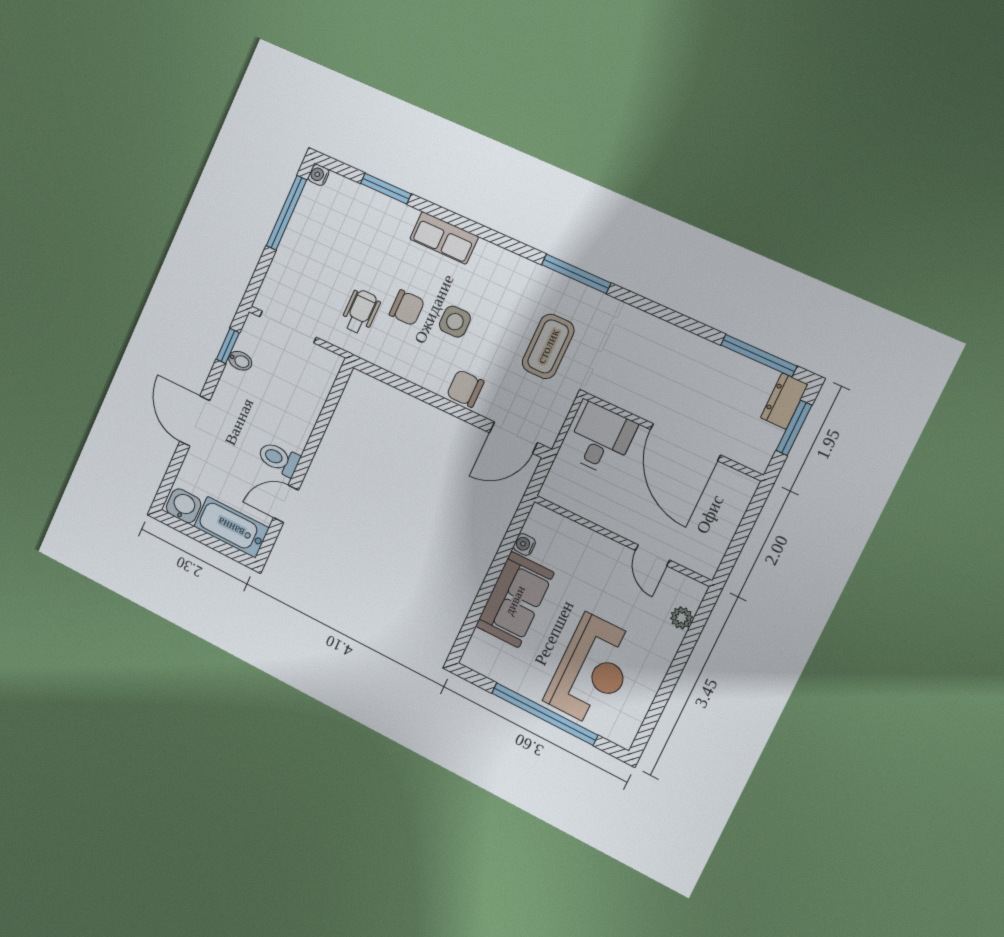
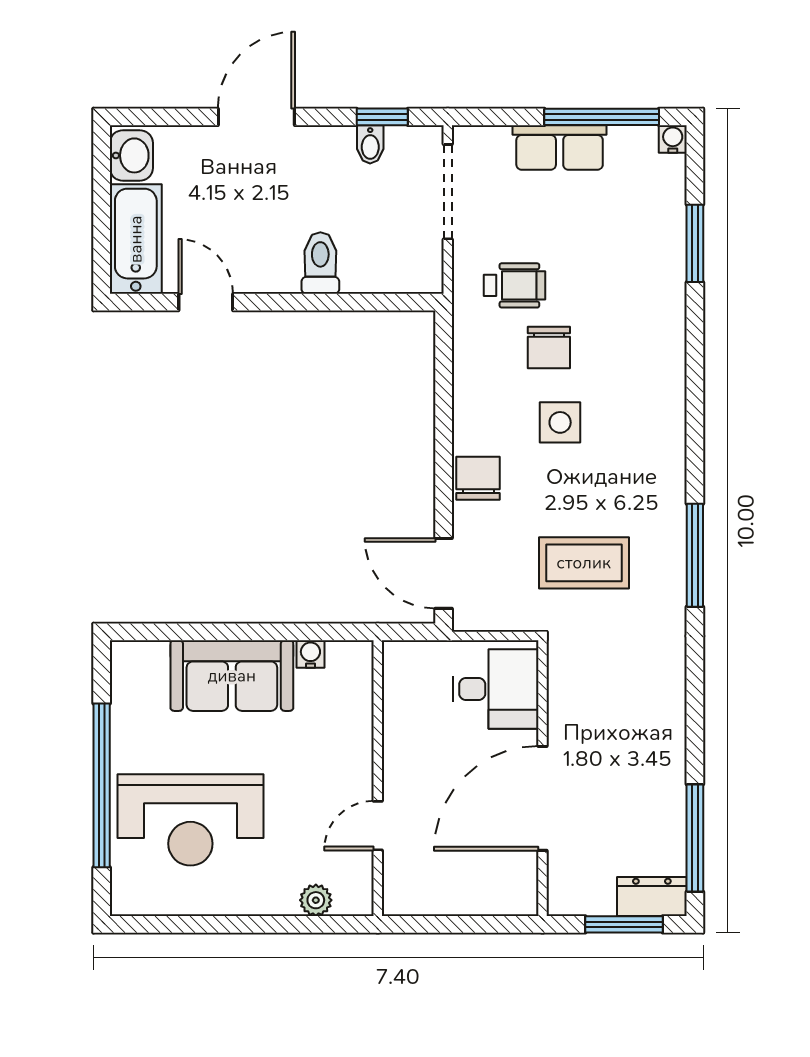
row of seats: (444, 238) -> (560, 147), moved, turned -90
toilet: (279, 459) -> (320, 263), moved

